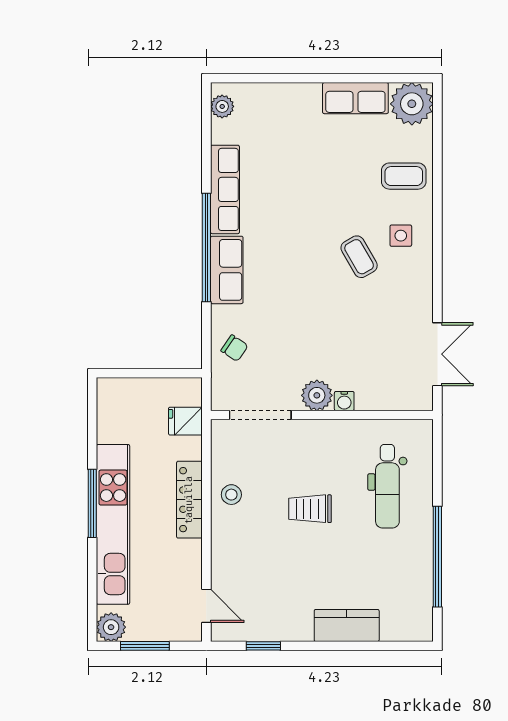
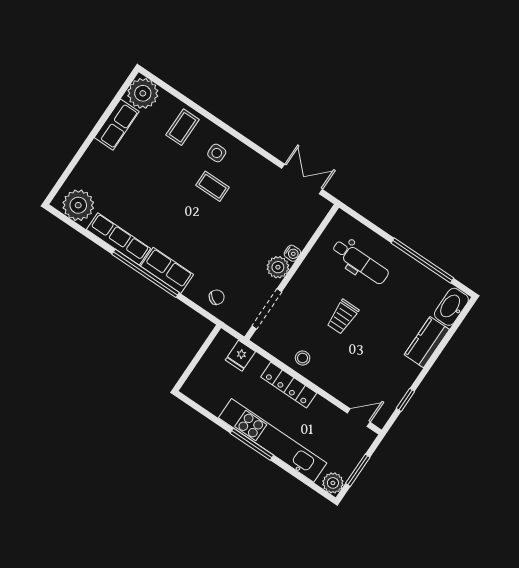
plant: (222, 106) -> (78, 205), width x1.87, depth x1.87
coffee table: (359, 257) -> (213, 186), turned 30
washbasin: (407, 626) -> (451, 307), added

